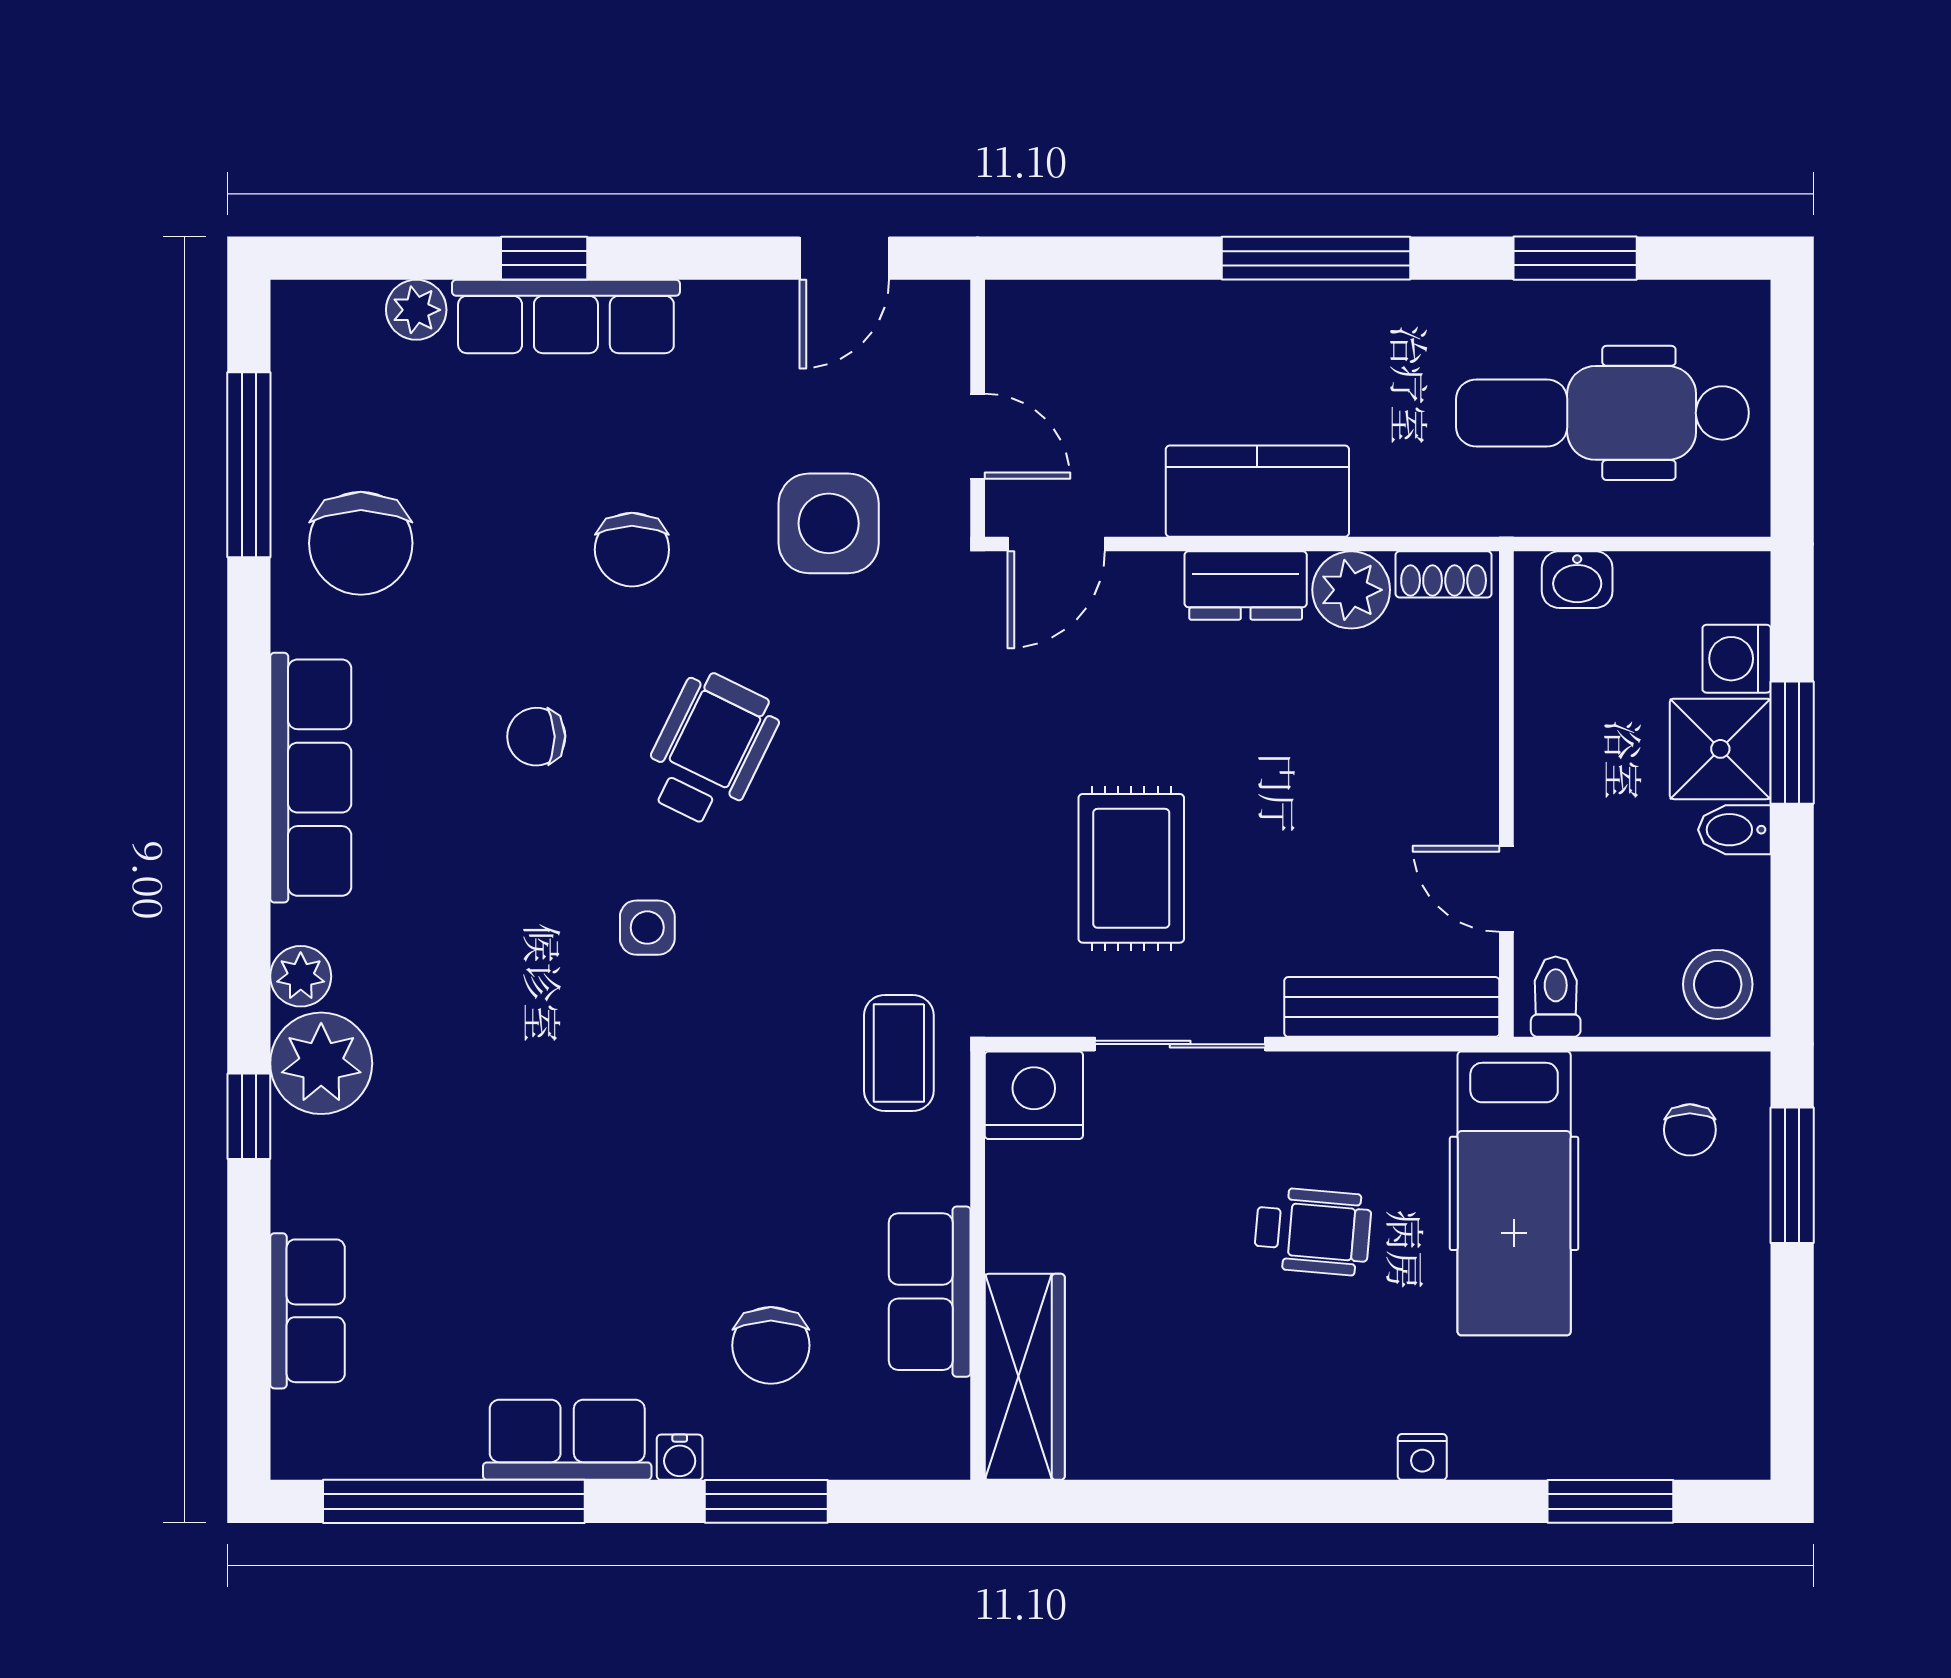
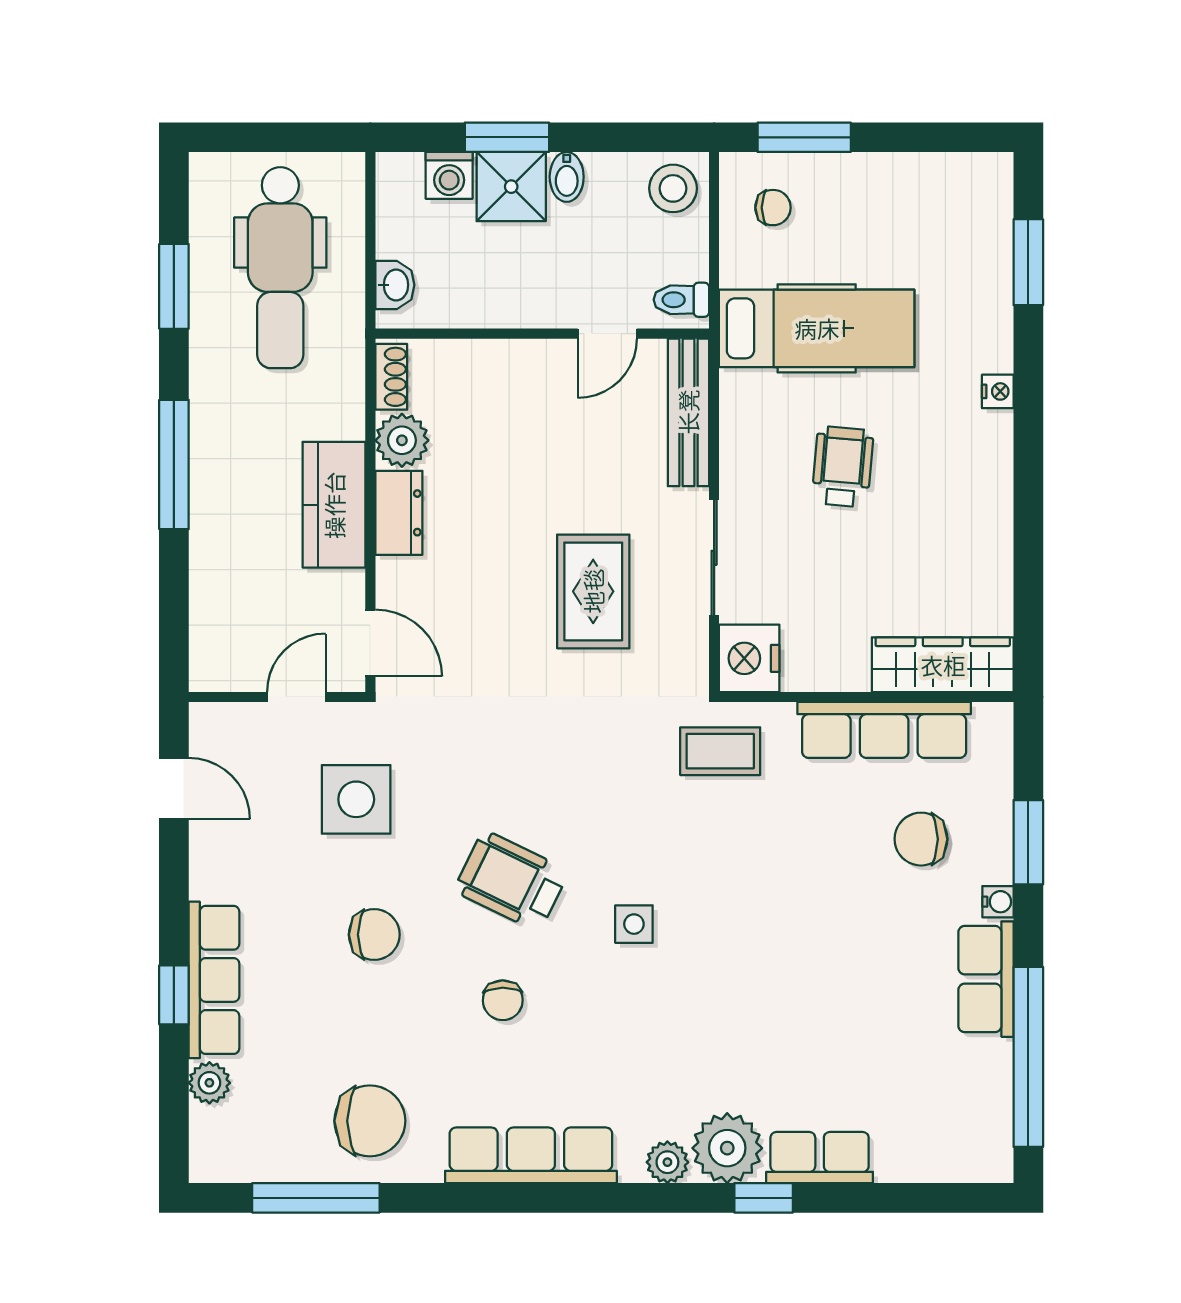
rug: (1131, 868) -> (593, 591), turned 90
row of seats: (930, 1292) -> (884, 730), width x1.48
row of seats: (307, 1311) -> (820, 1158), moved
chair: (771, 1345) -> (921, 839), turned 180

